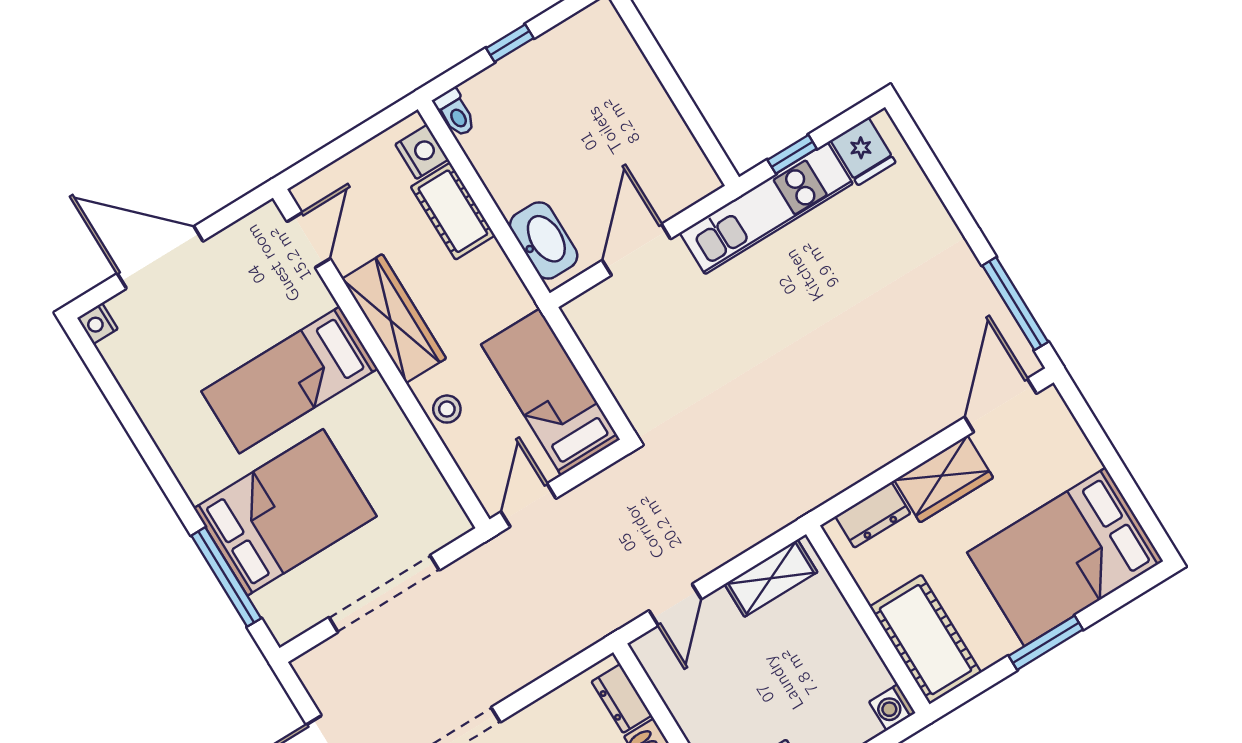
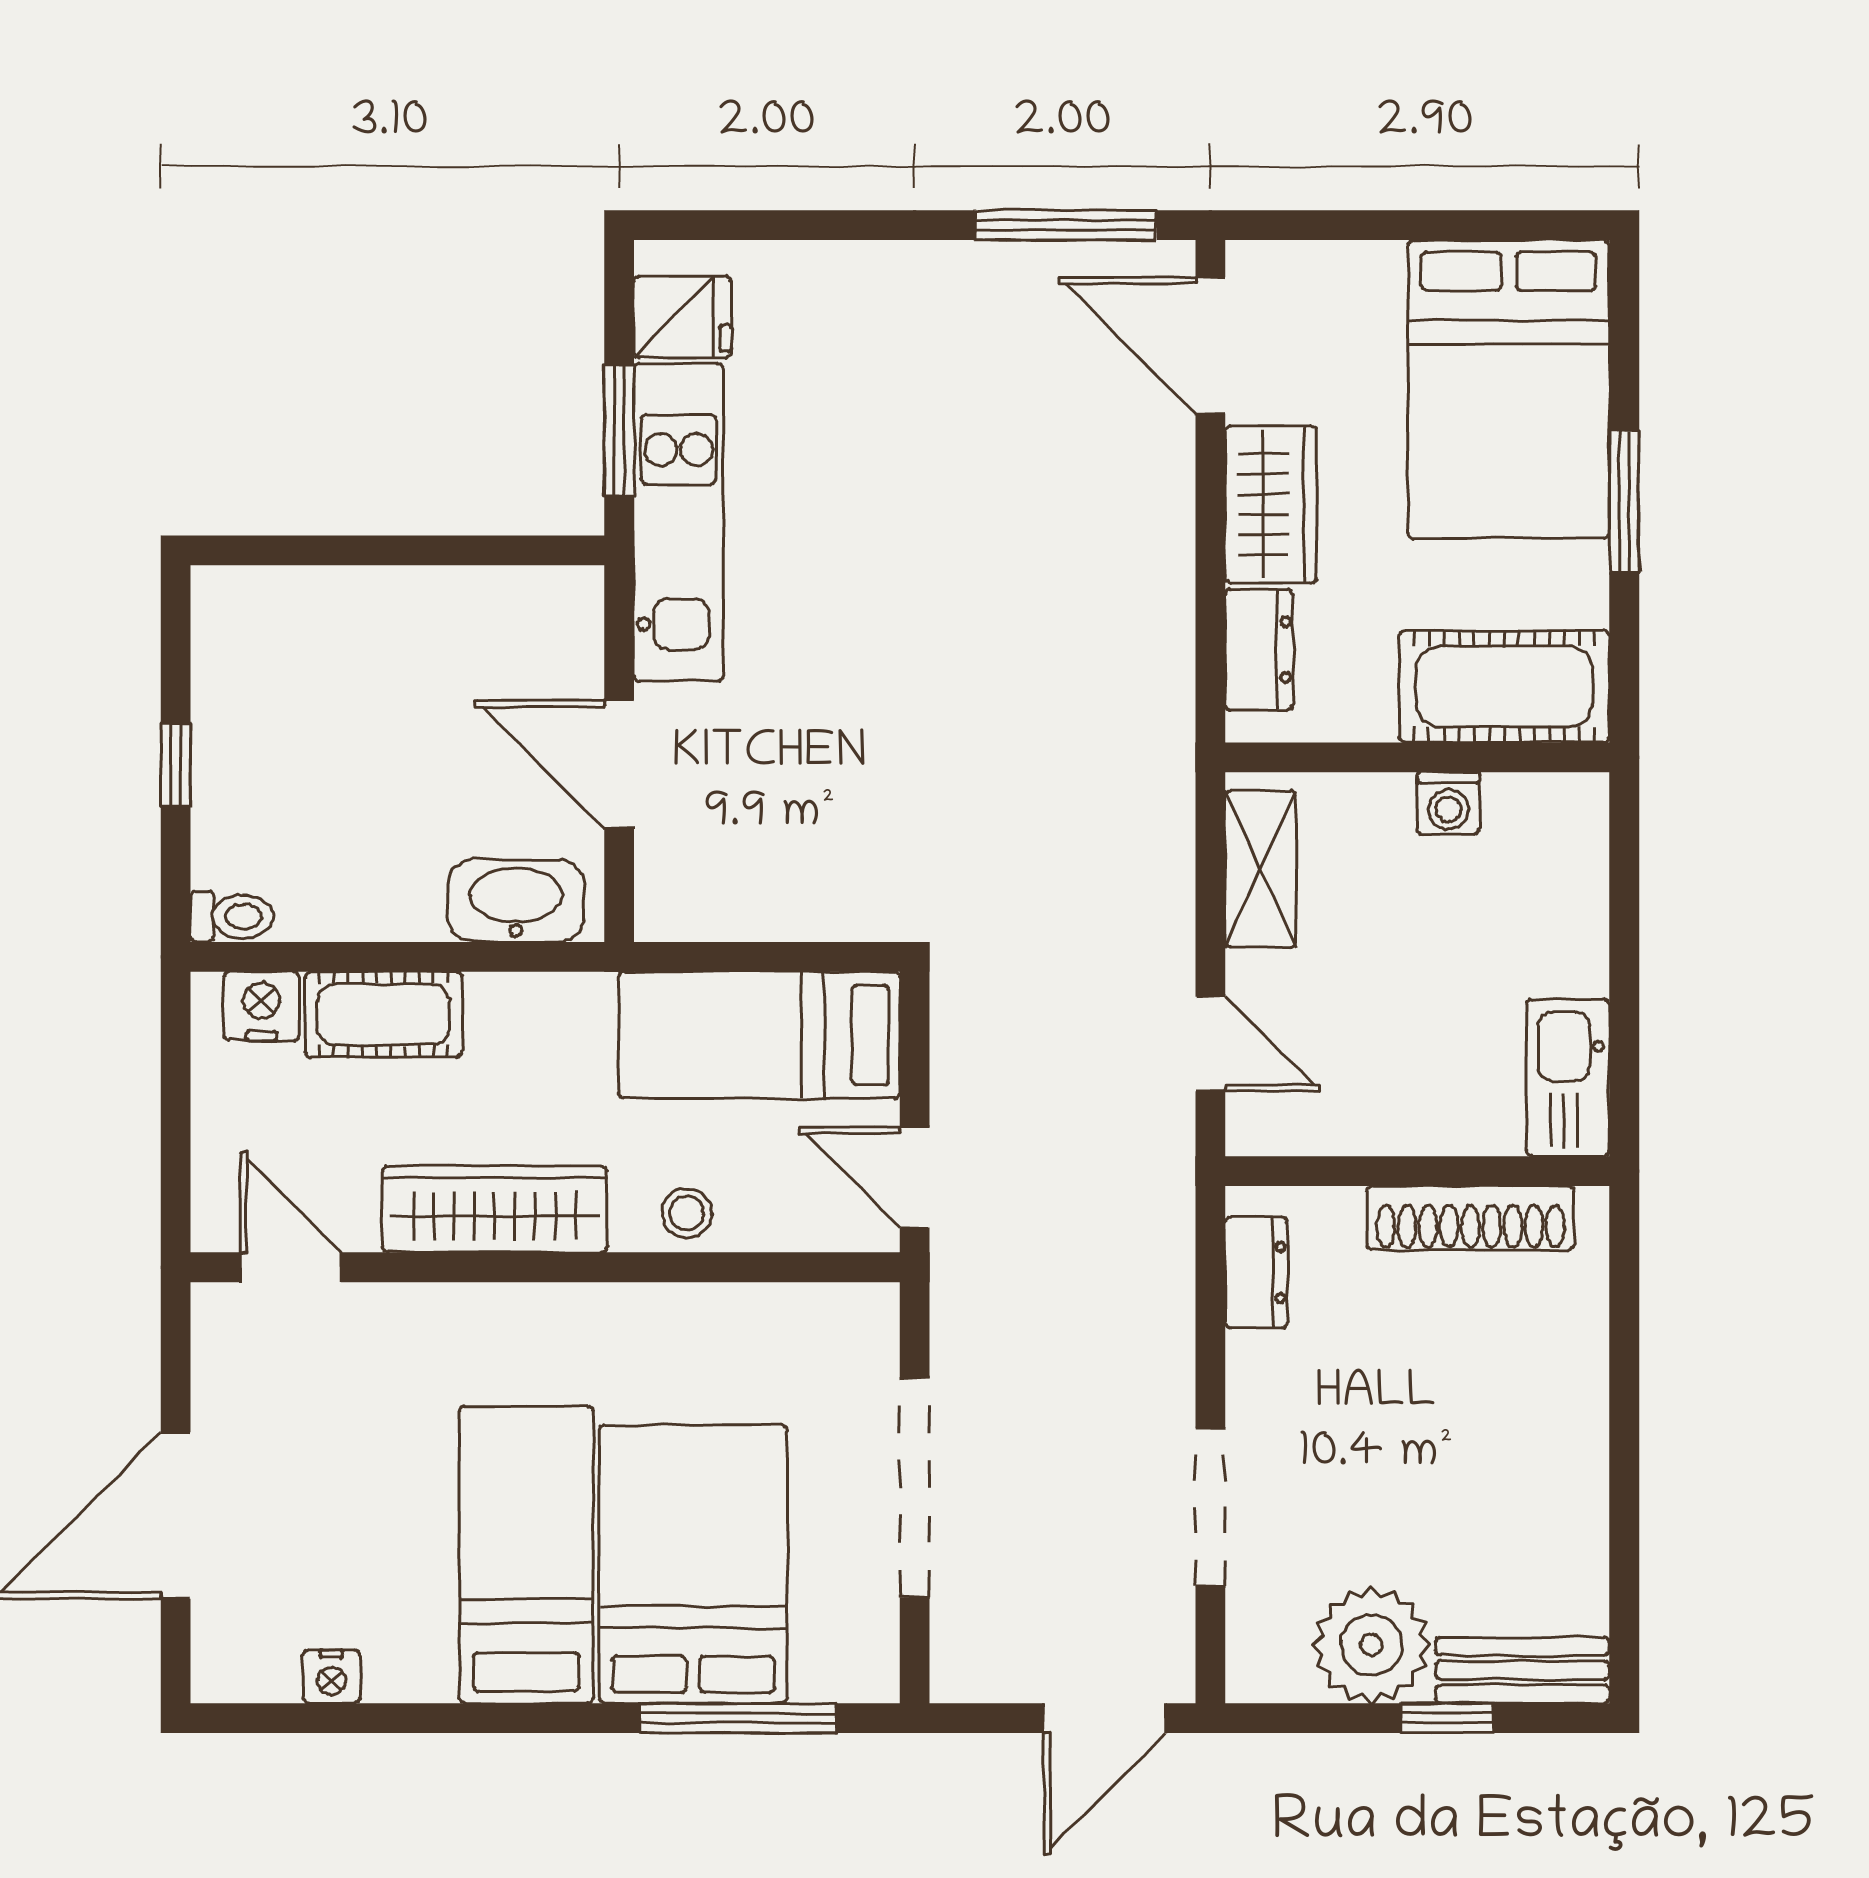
window: (792, 154) -> (619, 431), width x1.50
nightstand: (97, 323) -> (331, 1677), moved
bed: (290, 380) -> (526, 1555), moved, turned 180
dresser: (622, 699) -> (1256, 1272), moved, turned -90
washing machine: (892, 707) -> (1448, 803), moved

